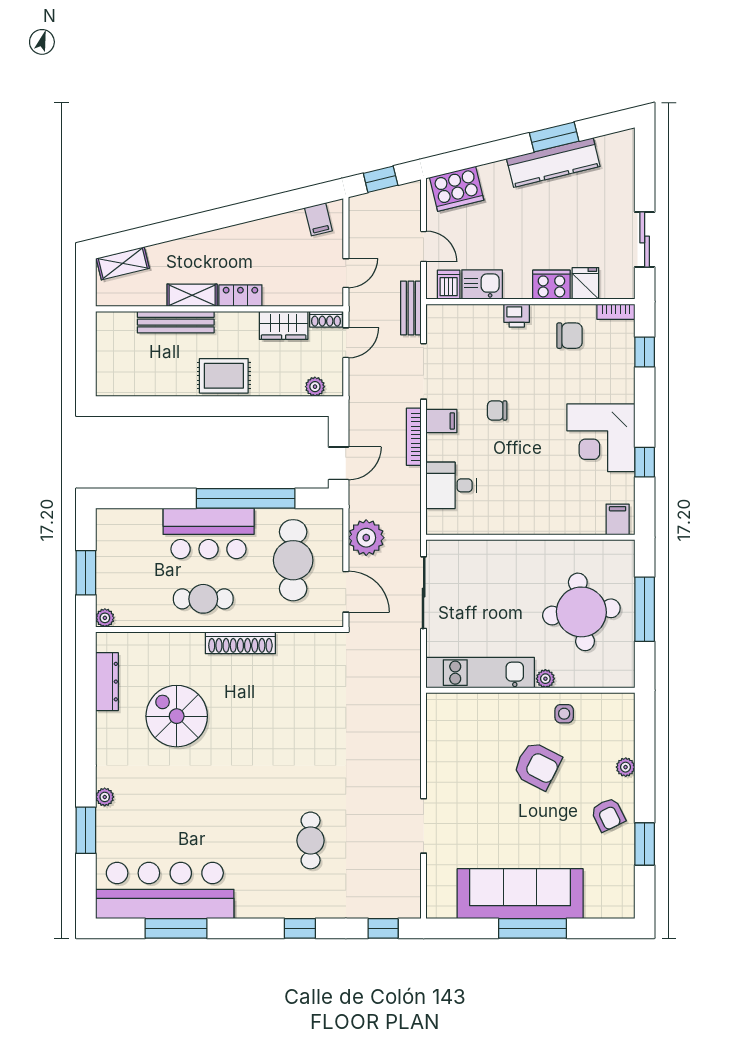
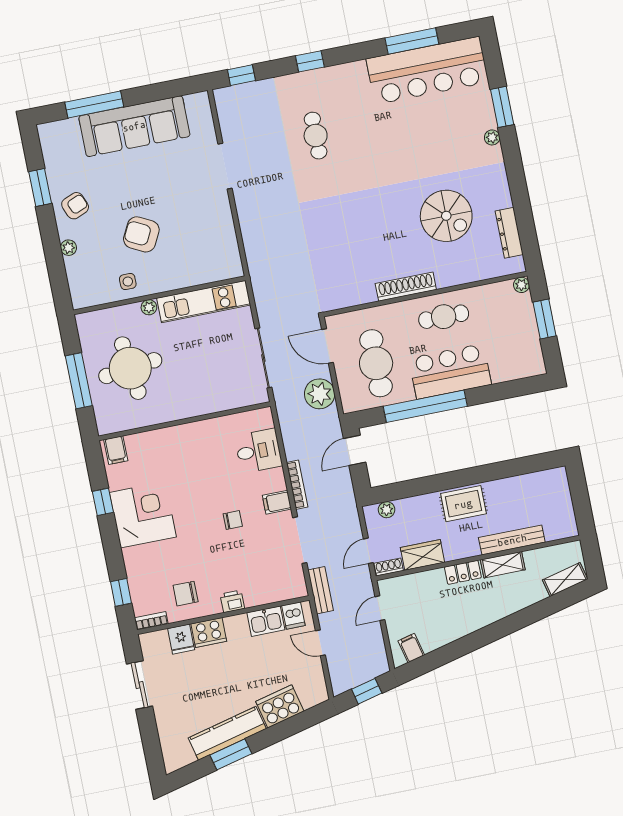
cooker: (457, 189) -> (280, 706), moved
armchair: (608, 815) -> (75, 206), turned 94
window: (532, 928) -> (94, 105), moved

